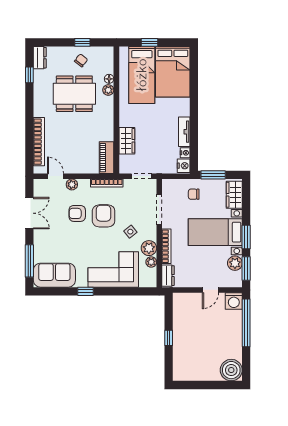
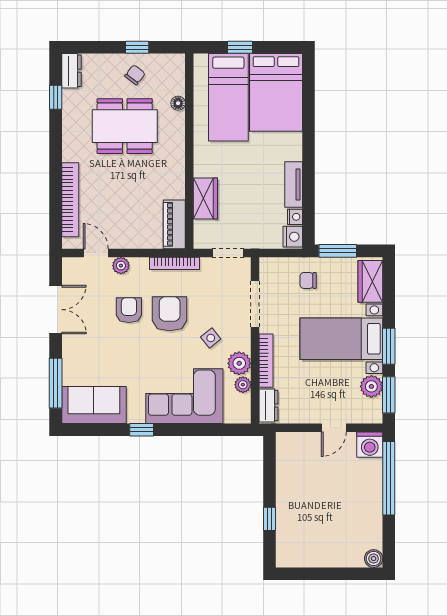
plant: (108, 90) -> (177, 120), removed
armchair: (77, 213) -> (129, 310), turned 90
window: (169, 338) -> (269, 519), moved
boiler: (231, 370) -> (374, 559), width x0.54, depth x0.54

